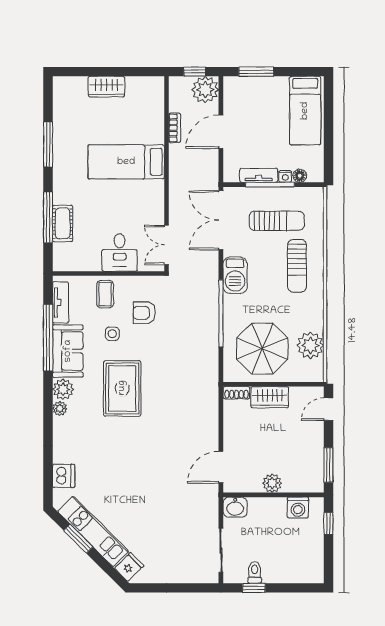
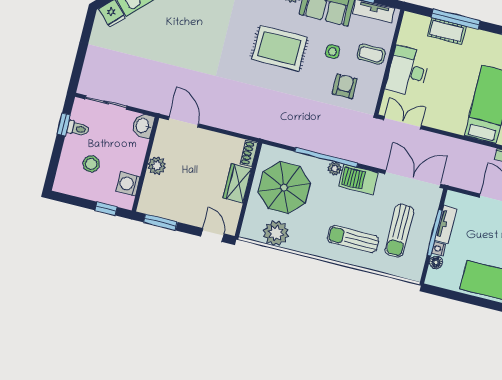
desk: (120, 252) -> (408, 71), width x1.37
plant: (230, 302) -> (335, 169), added
stool: (287, 550) -> (91, 164), added

